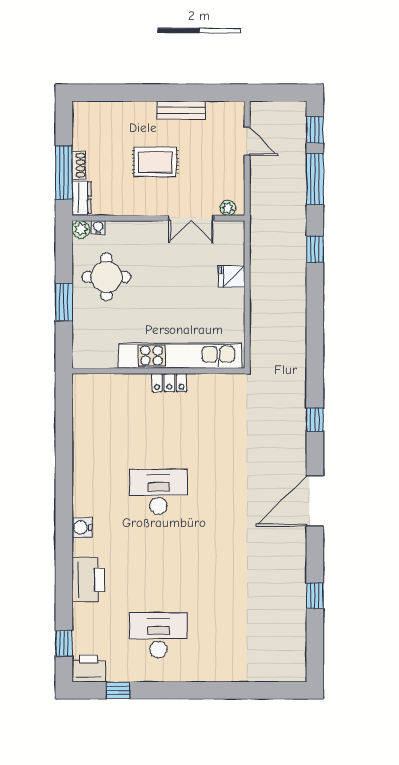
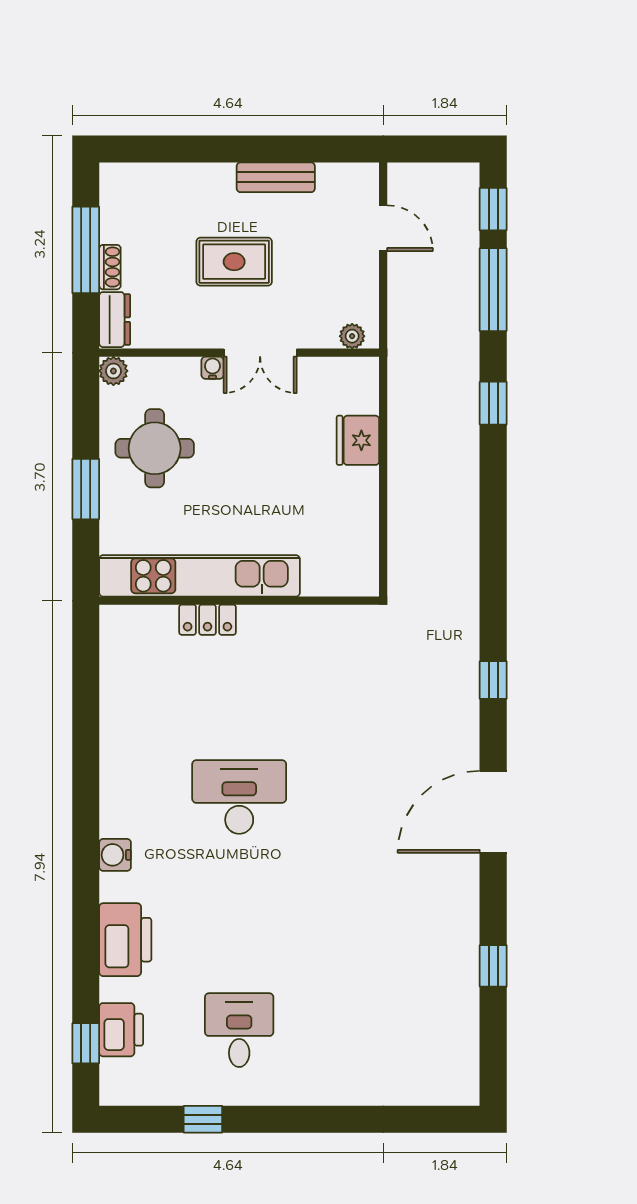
window: (64, 173) -> (86, 250), moved
double door: (191, 218) -> (260, 353), moved
water cooler: (98, 227) -> (213, 368), moved
fridge: (232, 276) -> (358, 440), width x1.38
kitchen unit: (180, 356) -> (199, 576), moved
locker: (169, 383) -> (208, 620), moved
desk: (158, 635) -> (239, 1030), width x0.73
printer: (89, 668) -> (121, 1030), moved, turned 90
window: (118, 690) -> (203, 1119), moved

